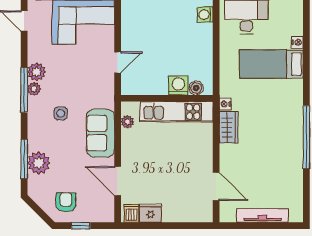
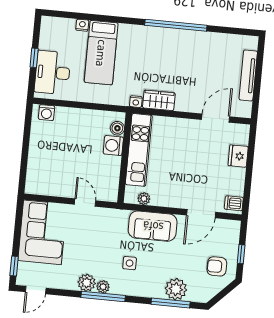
fridge: (151, 213) -> (238, 156), moved

